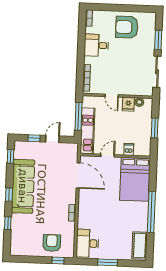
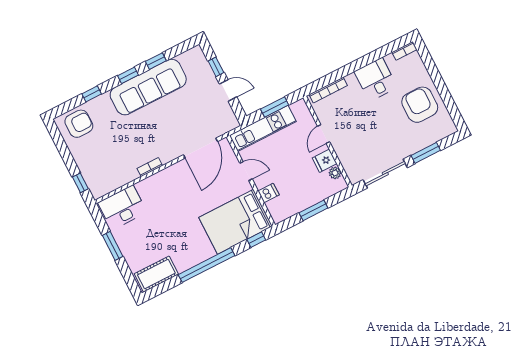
window: (78, 116) -> (275, 107), width x0.69
window: (10, 156) -> (156, 61), moved
window: (153, 173) -> (256, 240), added
armchair: (52, 243) -> (79, 124), moved

